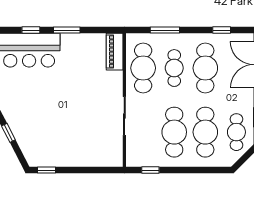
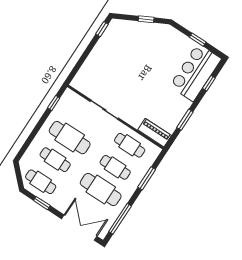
window: (67, 30) -> (185, 120), moved
window: (222, 30) -> (120, 219), width x2.17
cafe table: (143, 68) -> (130, 145), width x0.73, depth x0.74
cafe table: (205, 132) -> (55, 160), width x0.73, depth x0.74

